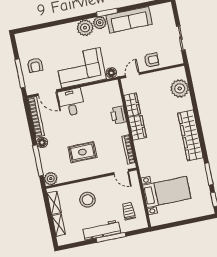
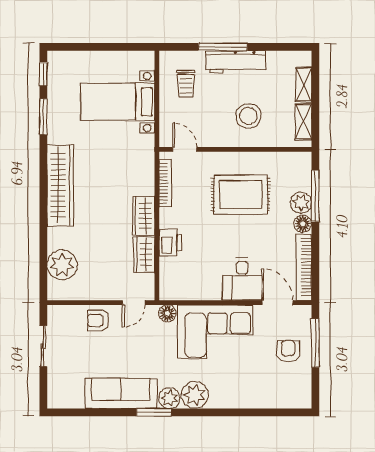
rug: (82, 152) -> (241, 195), width x1.36, depth x1.43
plant: (51, 179) -> (301, 203), moved

